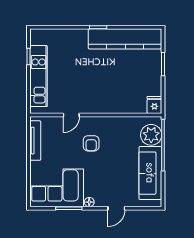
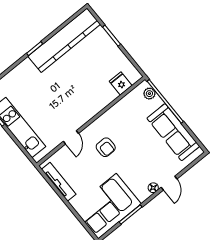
fridge: (154, 105) -> (121, 83), moved
plant: (151, 135) -> (149, 94), width x0.53, depth x0.53
floor lamp: (89, 202) -> (153, 188), moved

